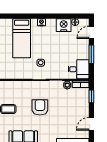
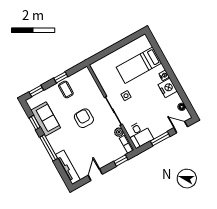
nightstand: (64, 25) -> (168, 88), moved
armchair: (40, 107) -> (84, 118), turned -90
door: (91, 124) -> (95, 175), hinge flipped

